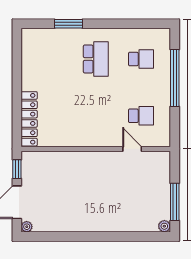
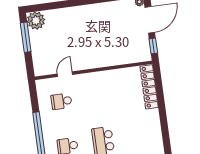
door: (132, 149) -> (65, 74), swing flipped
plant: (164, 226) -> (36, 21), width x1.87, depth x1.87

